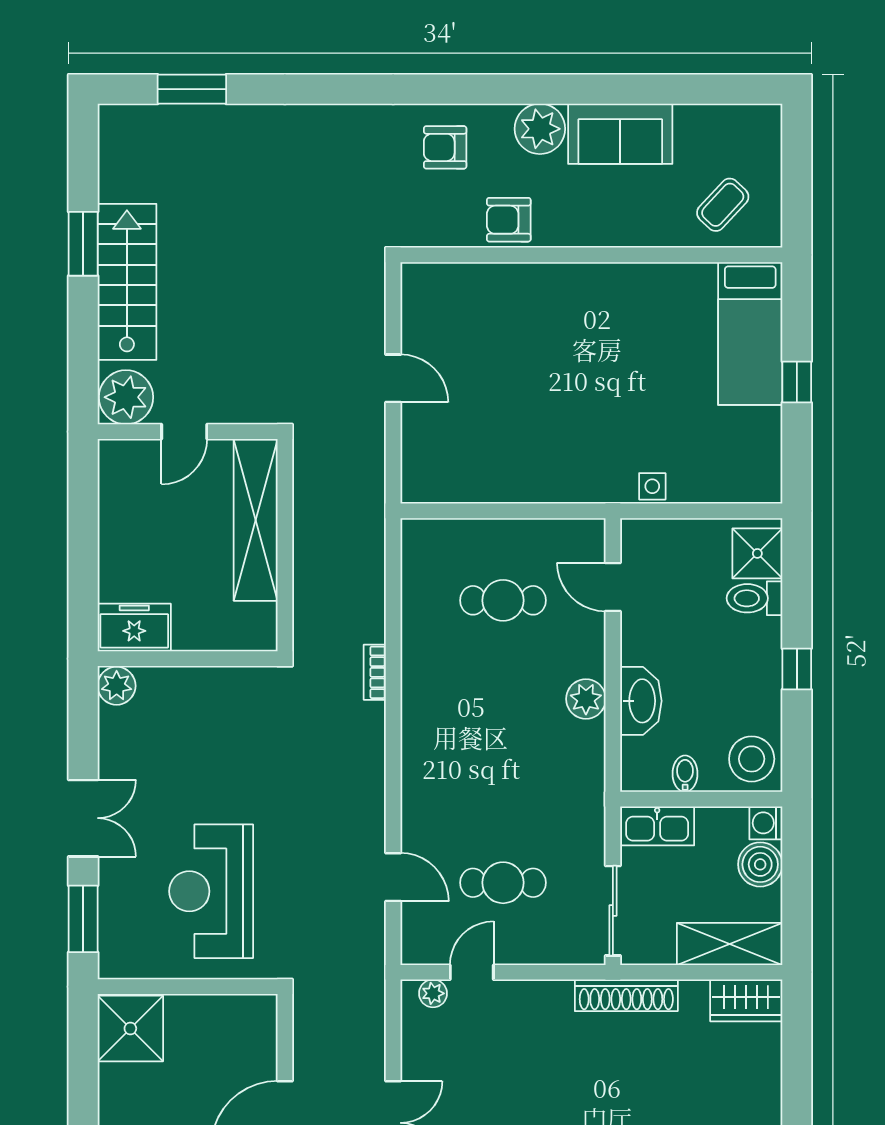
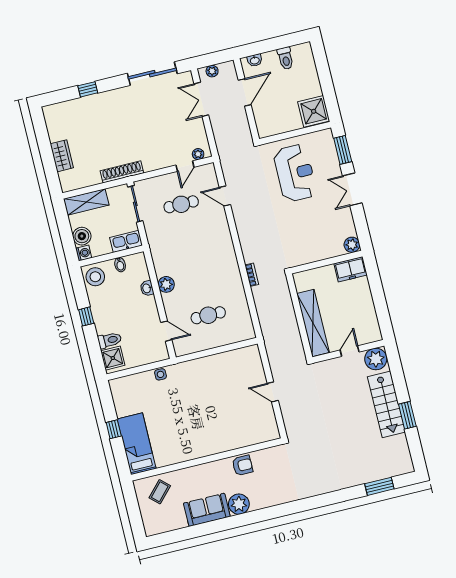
armchair: (445, 147) -> (274, 488), removed
washbasin: (641, 701) -> (147, 288), width x0.52, depth x0.69
wardrobe: (746, 1000) -> (62, 156), moved, turned 90

